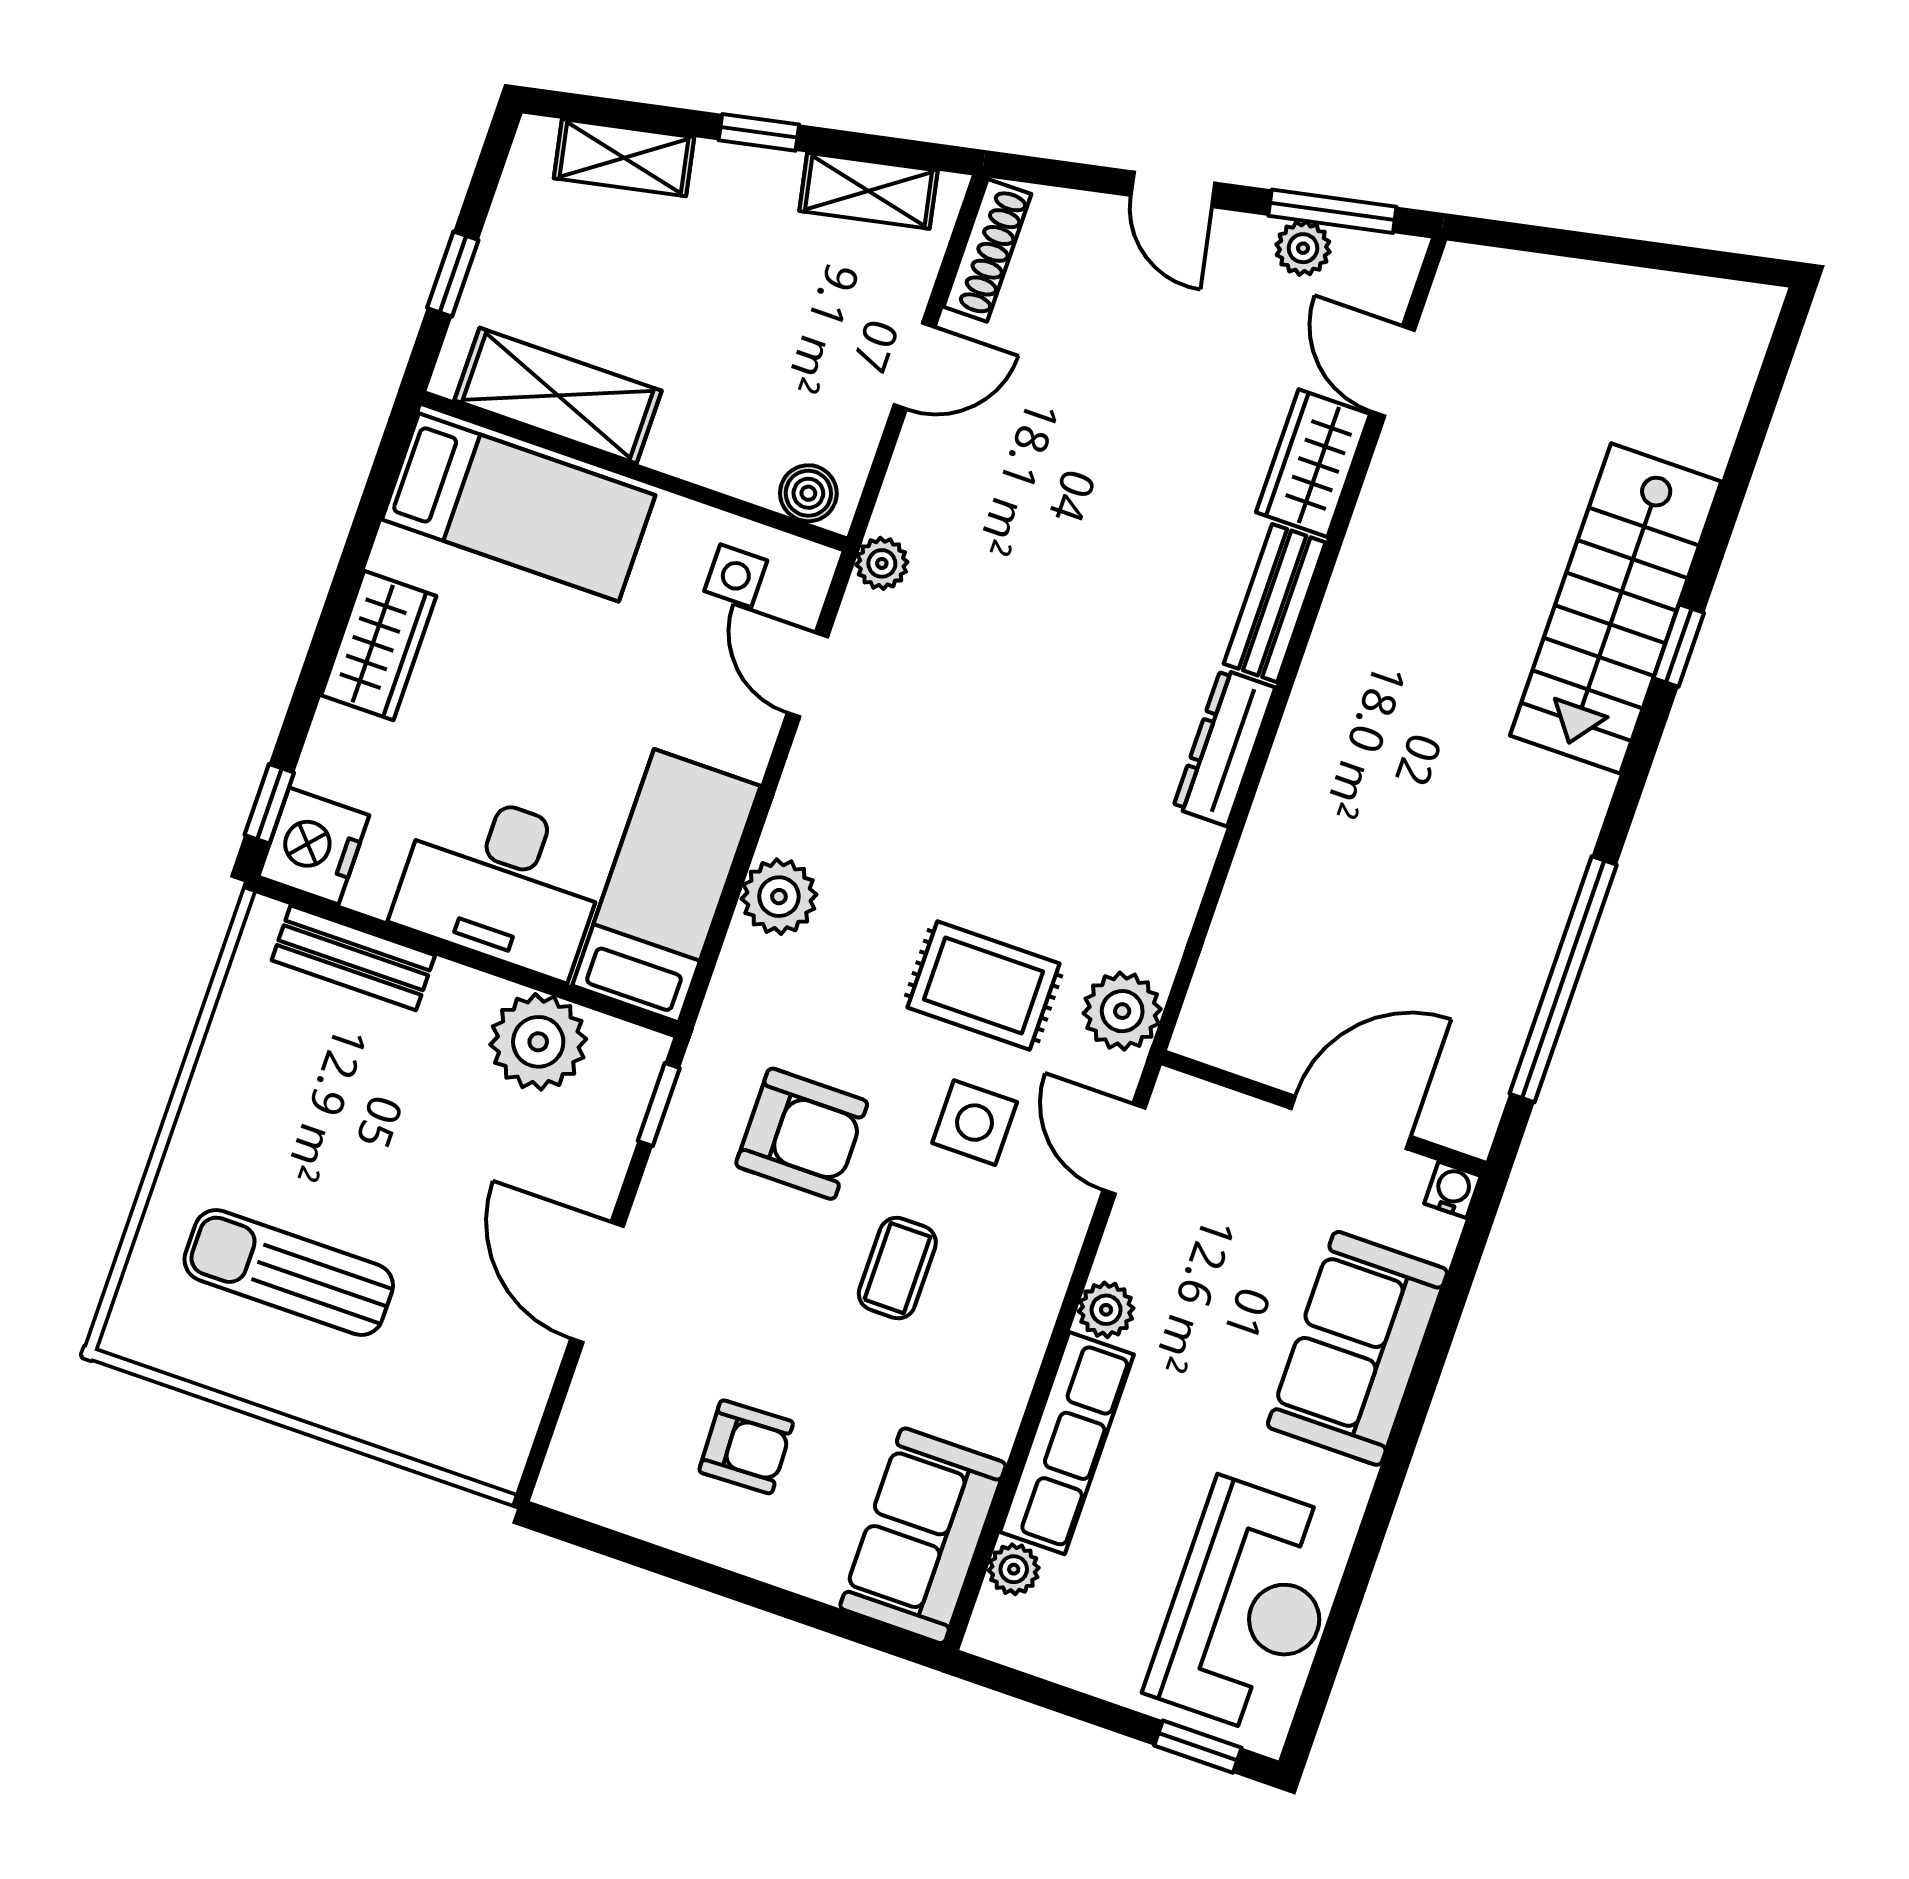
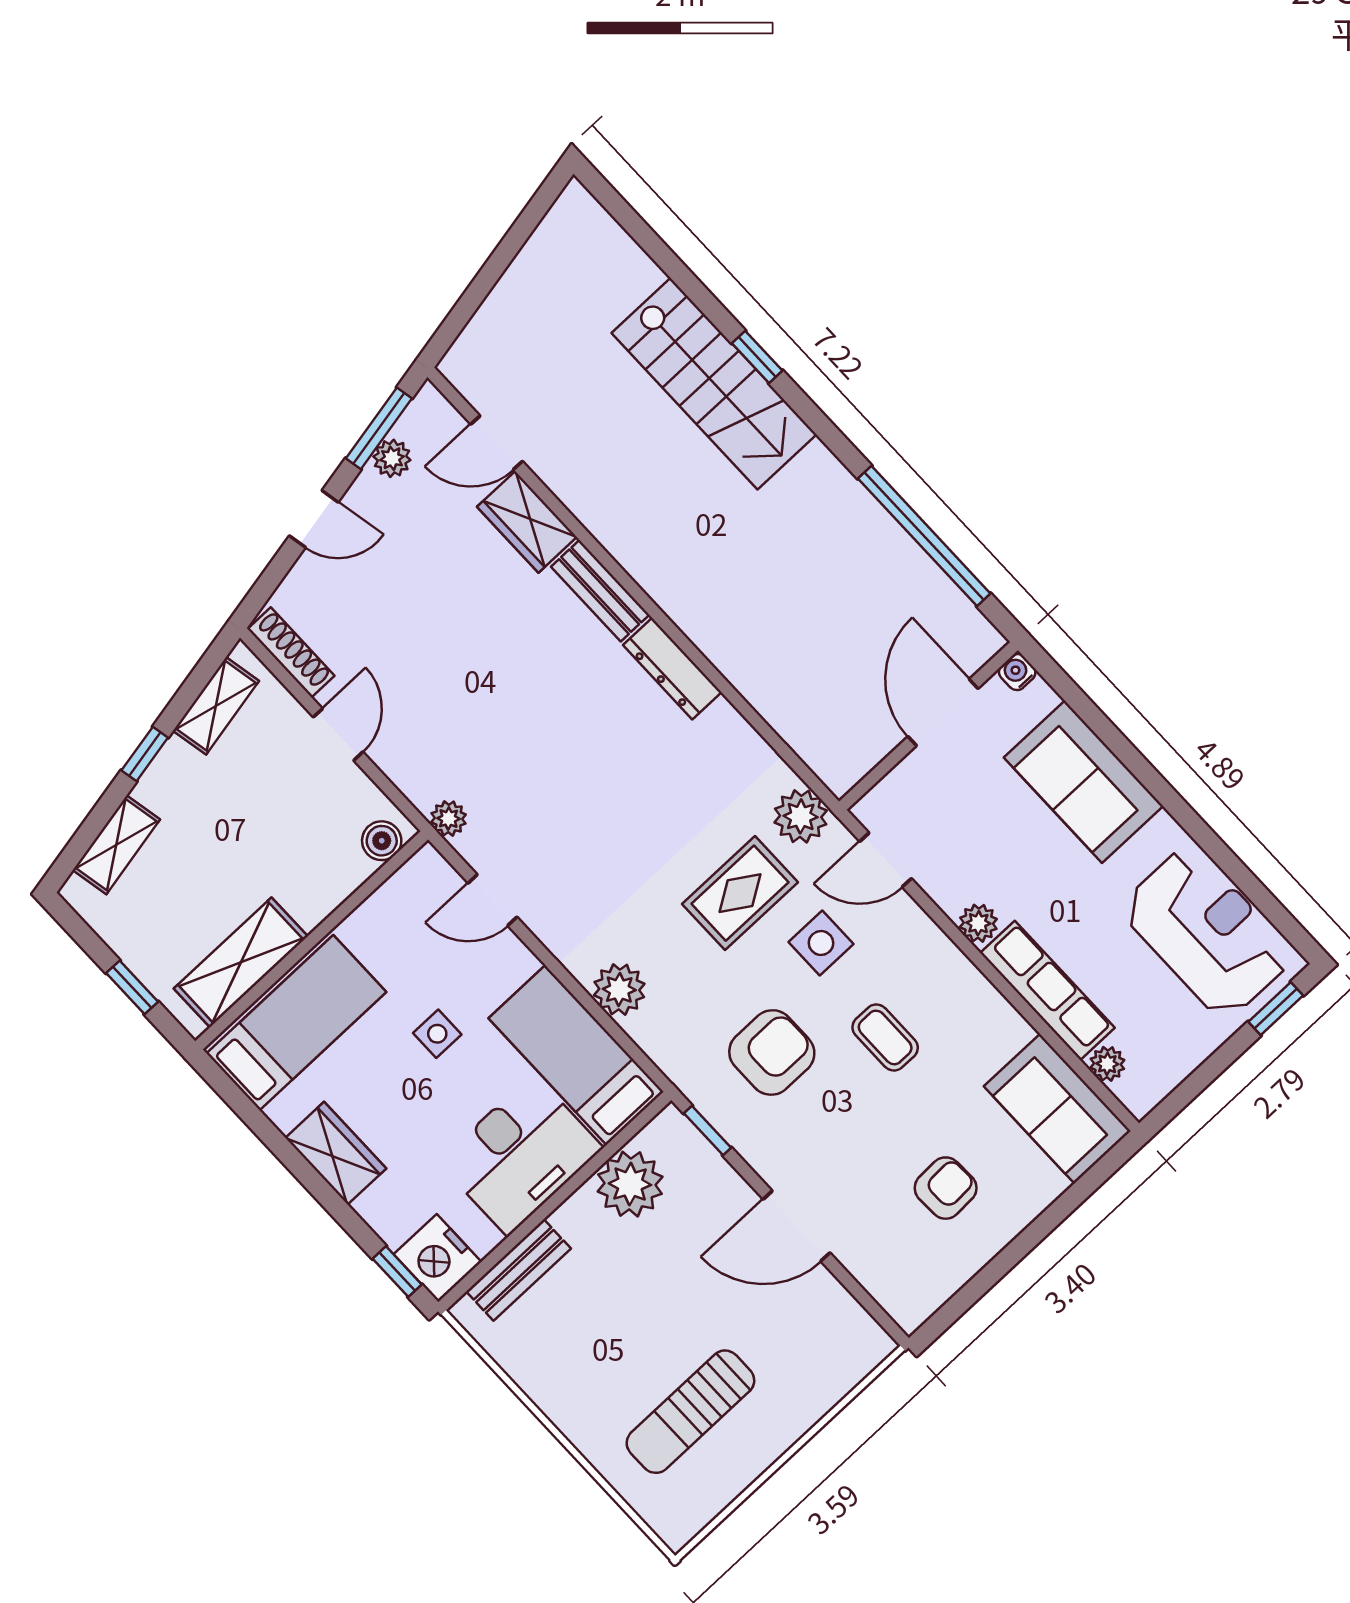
side table: (736, 576) -> (437, 1034), moved

